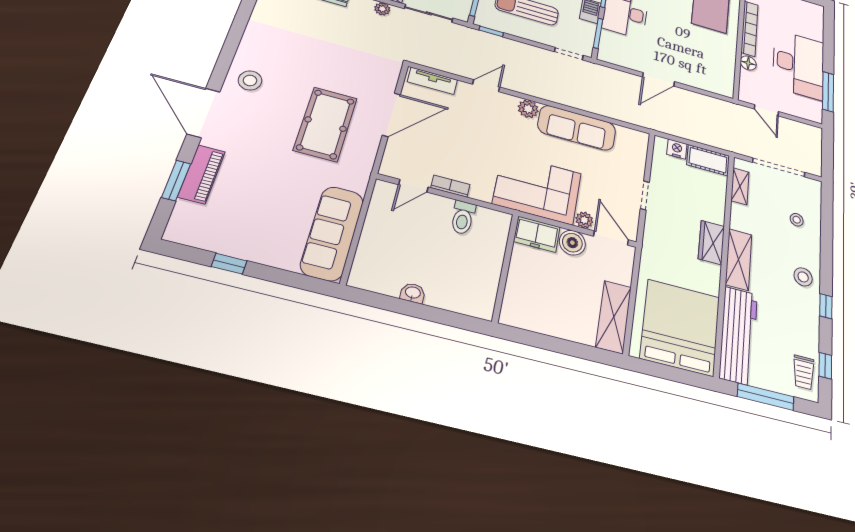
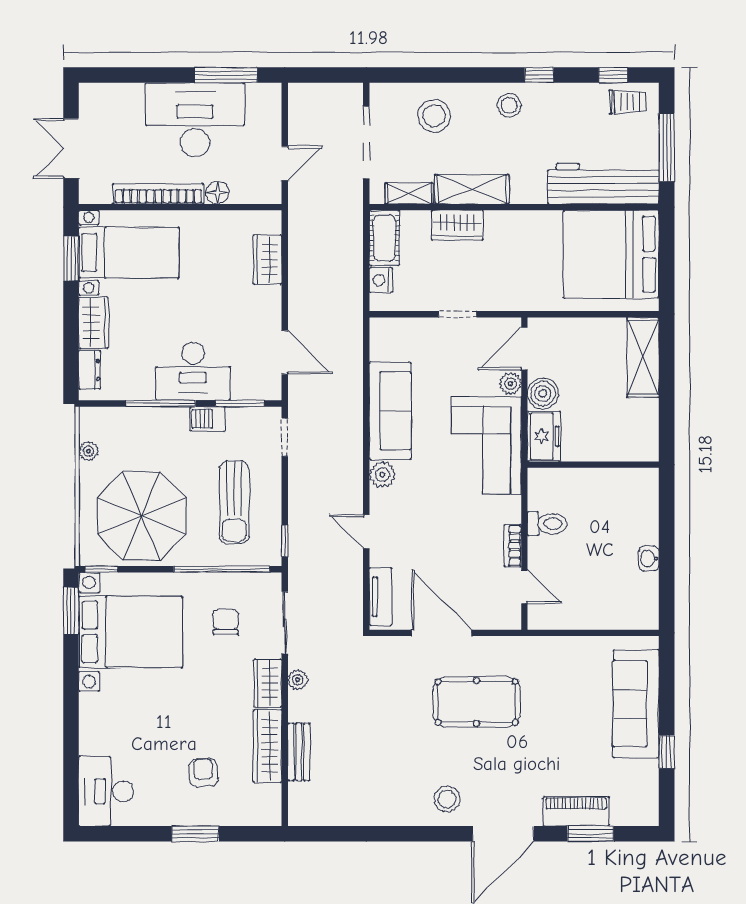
door: (659, 79) -> (285, 352), moved
wardrobe: (699, 80) -> (267, 260), added
stool: (797, 220) -> (434, 116), width x1.89, depth x1.89
sofa: (332, 233) -> (636, 704), moved, turned 90
wardrobe: (711, 243) -> (457, 225), moved
shelving: (739, 259) -> (472, 189), moved
shelving: (614, 317) -> (643, 357), moved, turned 90

